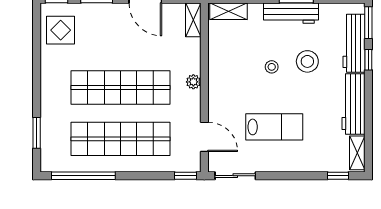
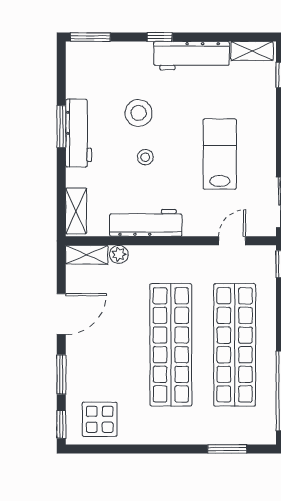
workbench: (354, 43) -> (146, 223), moved, turned 180
window: (368, 60) -> (160, 37), moved
plant: (193, 82) -> (119, 254), moved
door: (204, 137) -> (232, 241), width x0.73

